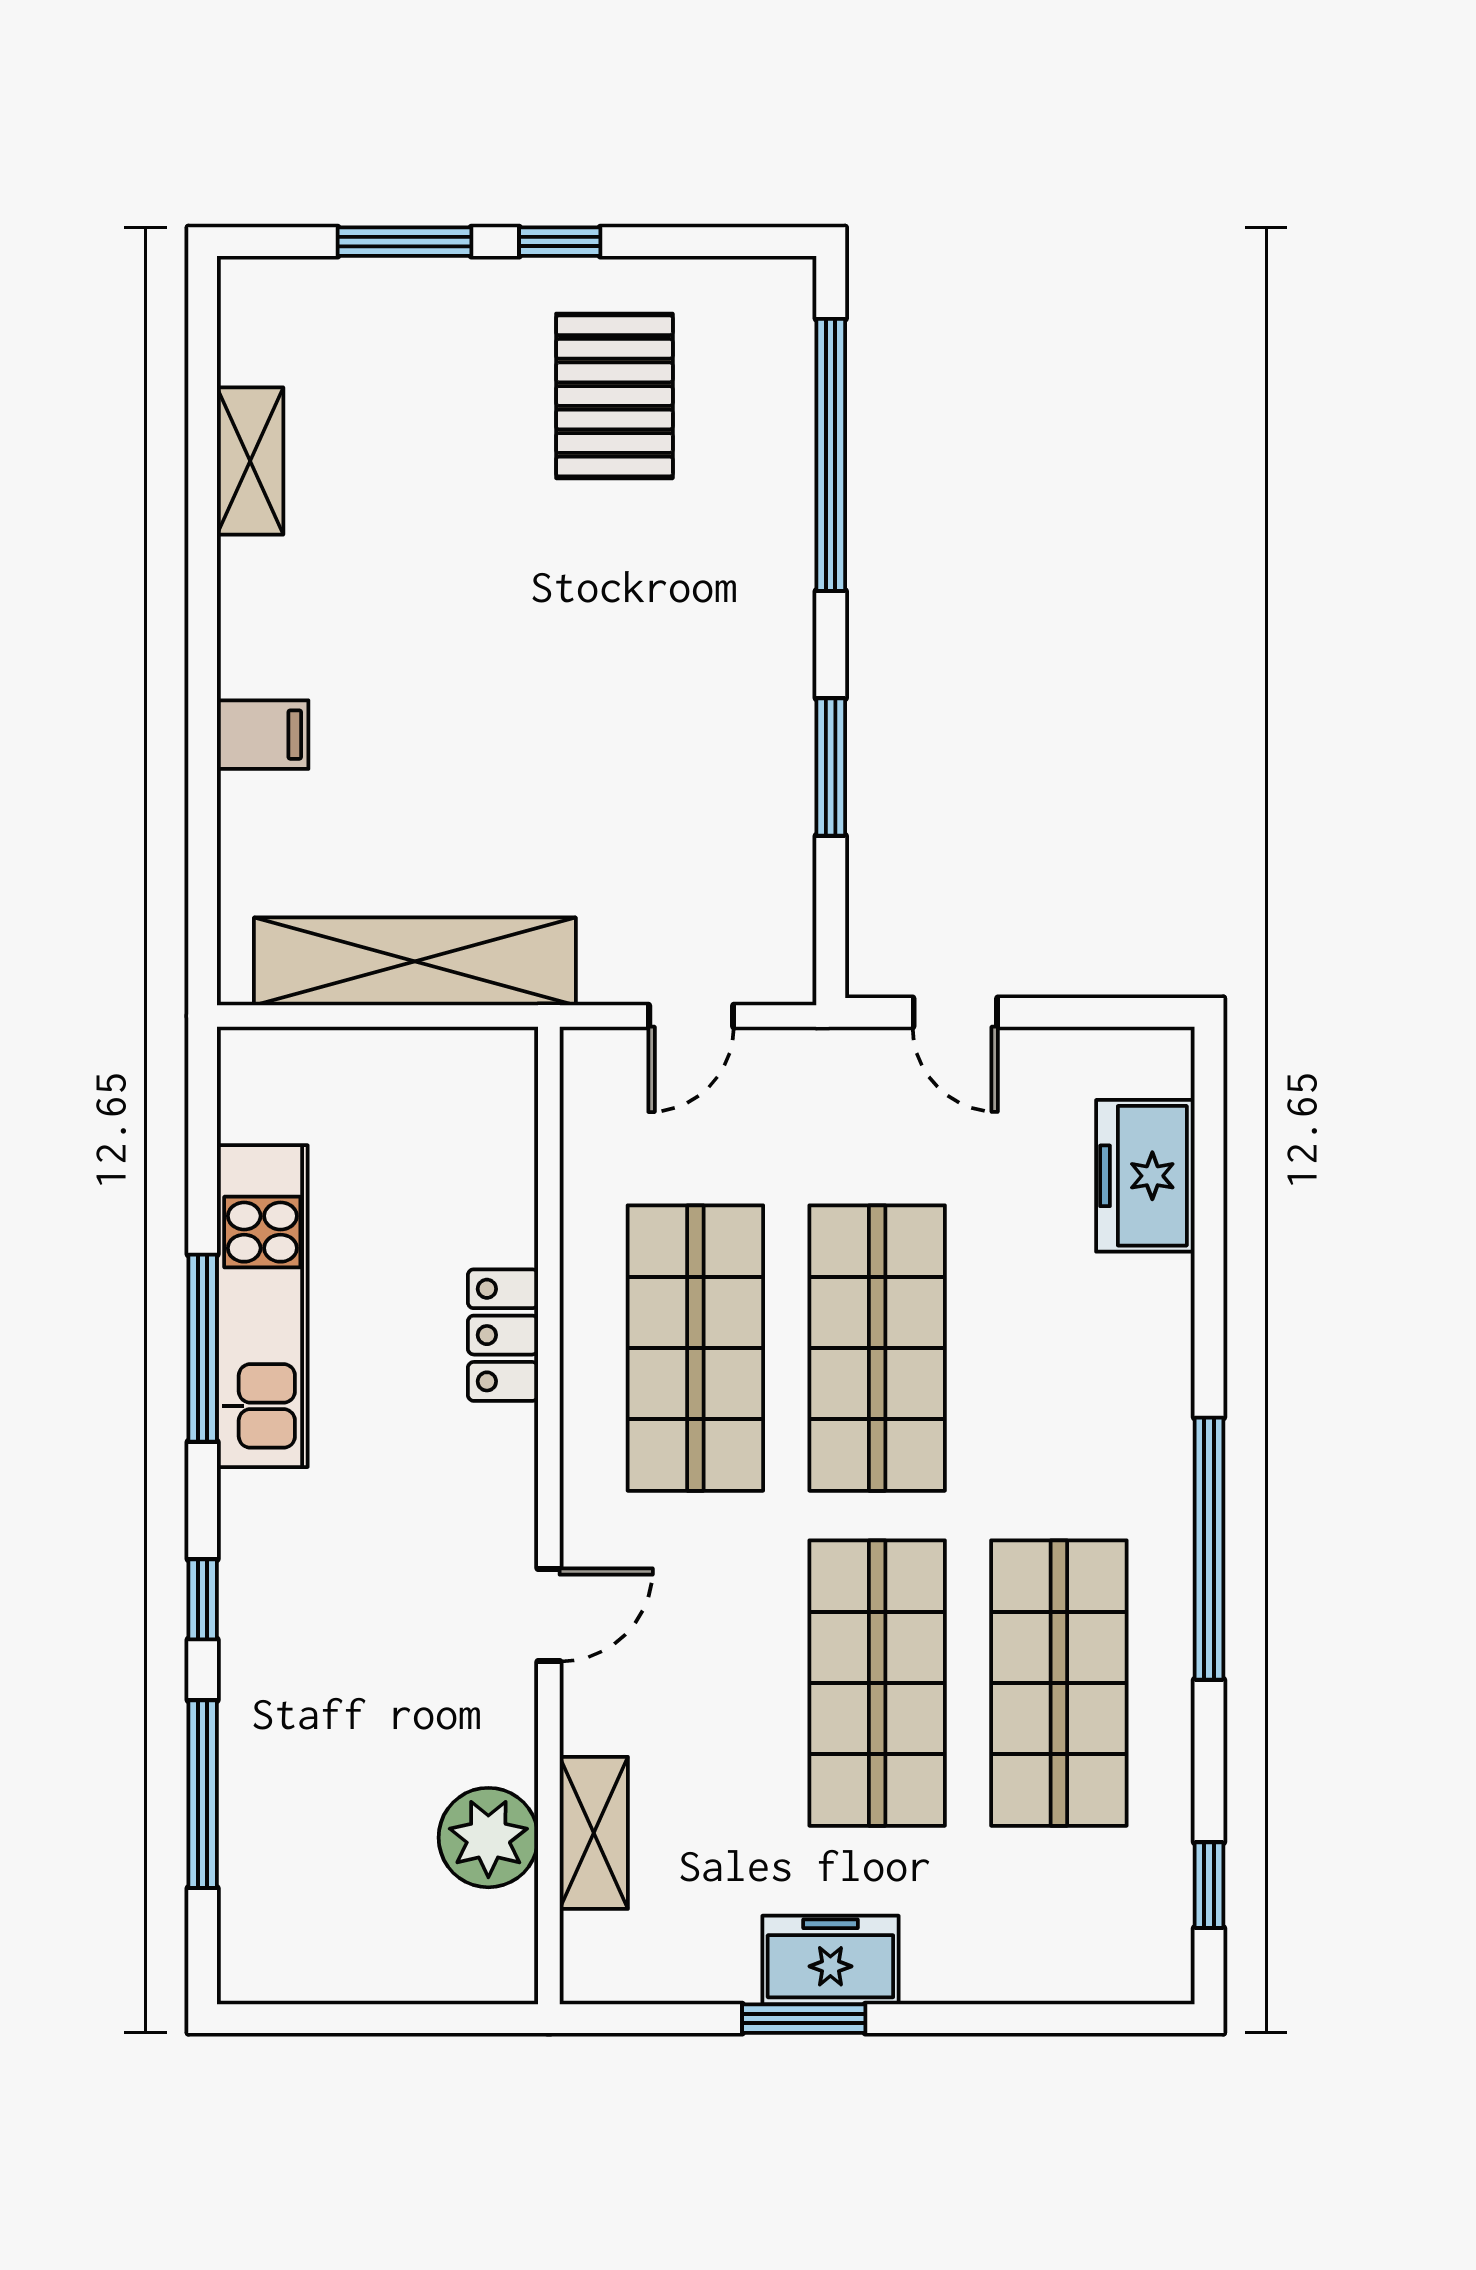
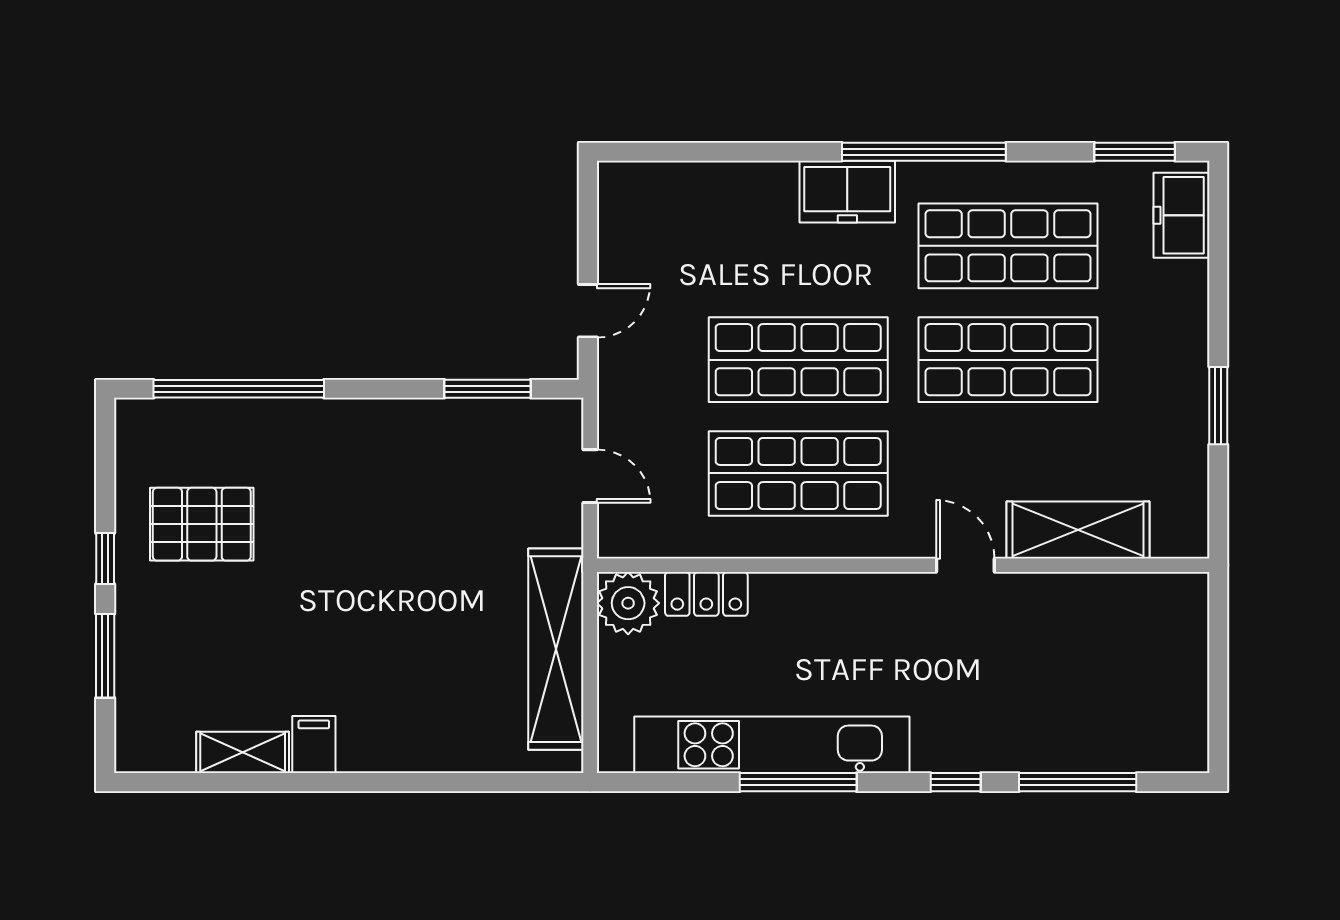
filing cabinet: (263, 735) -> (314, 744), moved
window: (831, 767) -> (488, 389), moved
freezer: (1145, 1176) -> (847, 192), moved
kitchen unit: (262, 1306) -> (772, 745), width x1.36
locker: (503, 1335) -> (706, 594), moved
shelving: (594, 1833) -> (1078, 530), width x1.50, depth x1.33
plant: (488, 1838) -> (628, 603), moved
window: (1209, 1885) -> (1135, 152), width x1.50
freezer: (830, 1960) -> (1181, 215), moved

